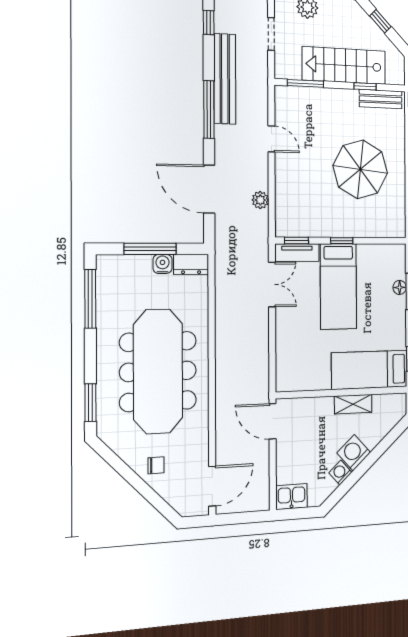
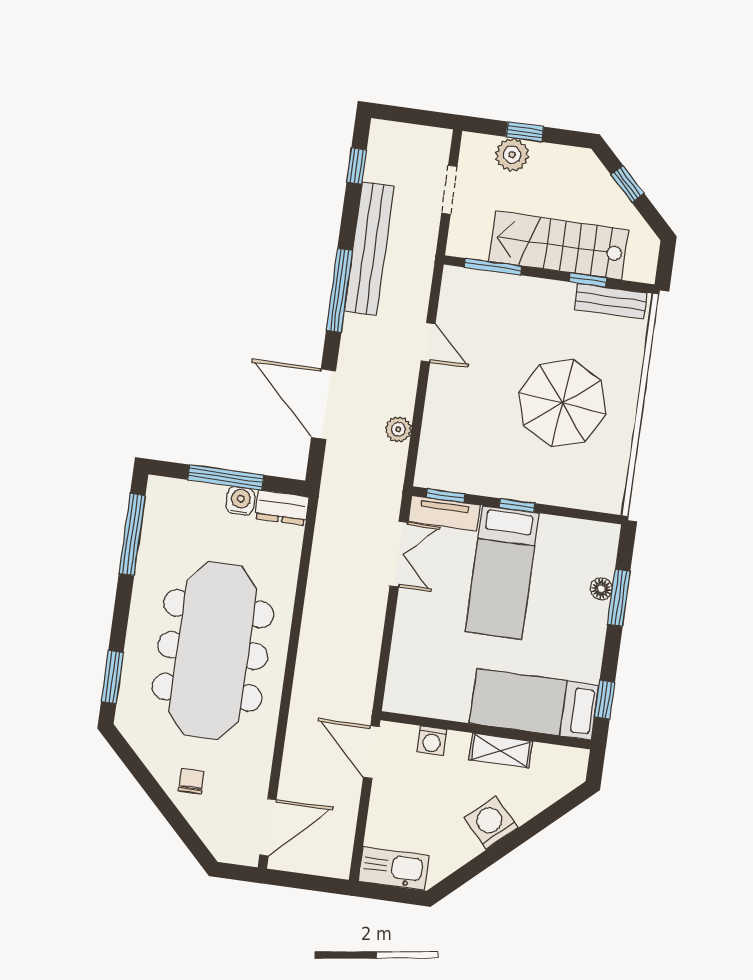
chair: (156, 465) -> (191, 781), turned -90
washing machine: (340, 473) -> (432, 741), moved, turned -138
kitchen sink: (291, 497) -> (394, 868), width x1.38

